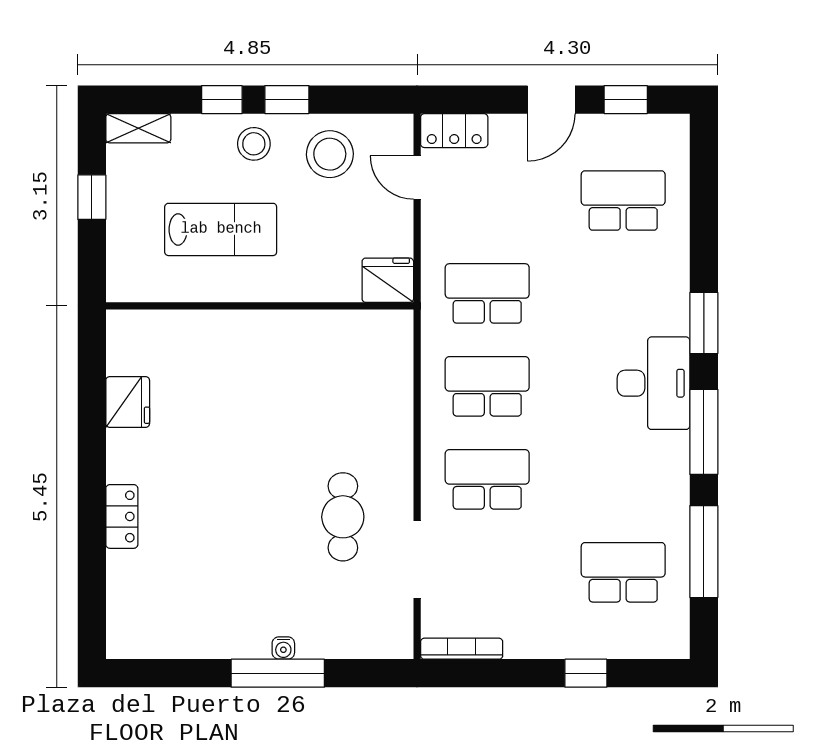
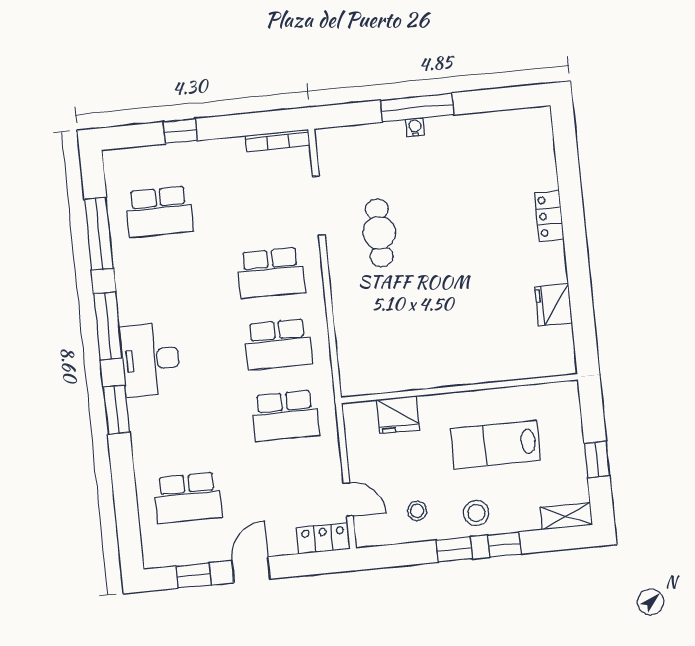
stool: (330, 154) -> (417, 511), width x0.53, depth x0.53
fridge: (388, 280) -> (398, 415), moved

